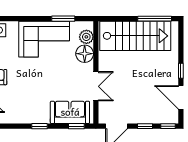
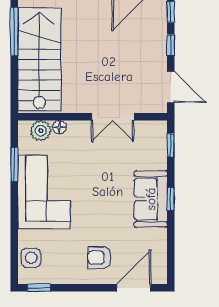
floor lamp: (85, 54) -> (59, 127), width x0.53, depth x0.53
double door: (96, 86) -> (113, 117), swing flipped
sofa: (70, 112) -> (151, 199), moved

